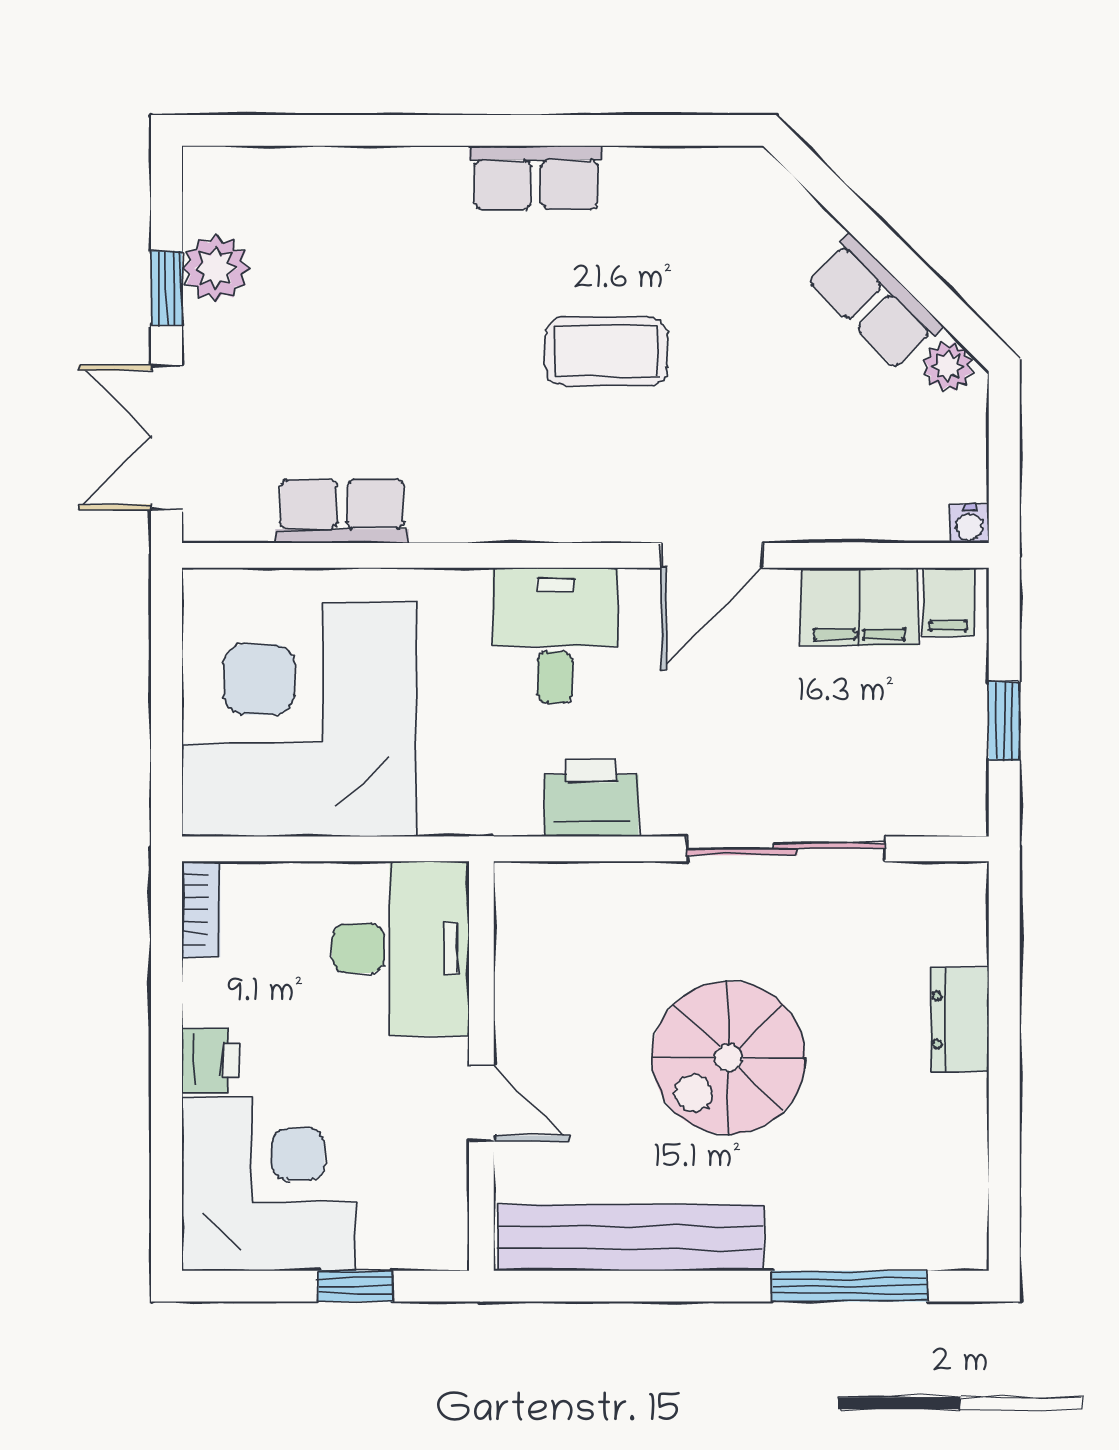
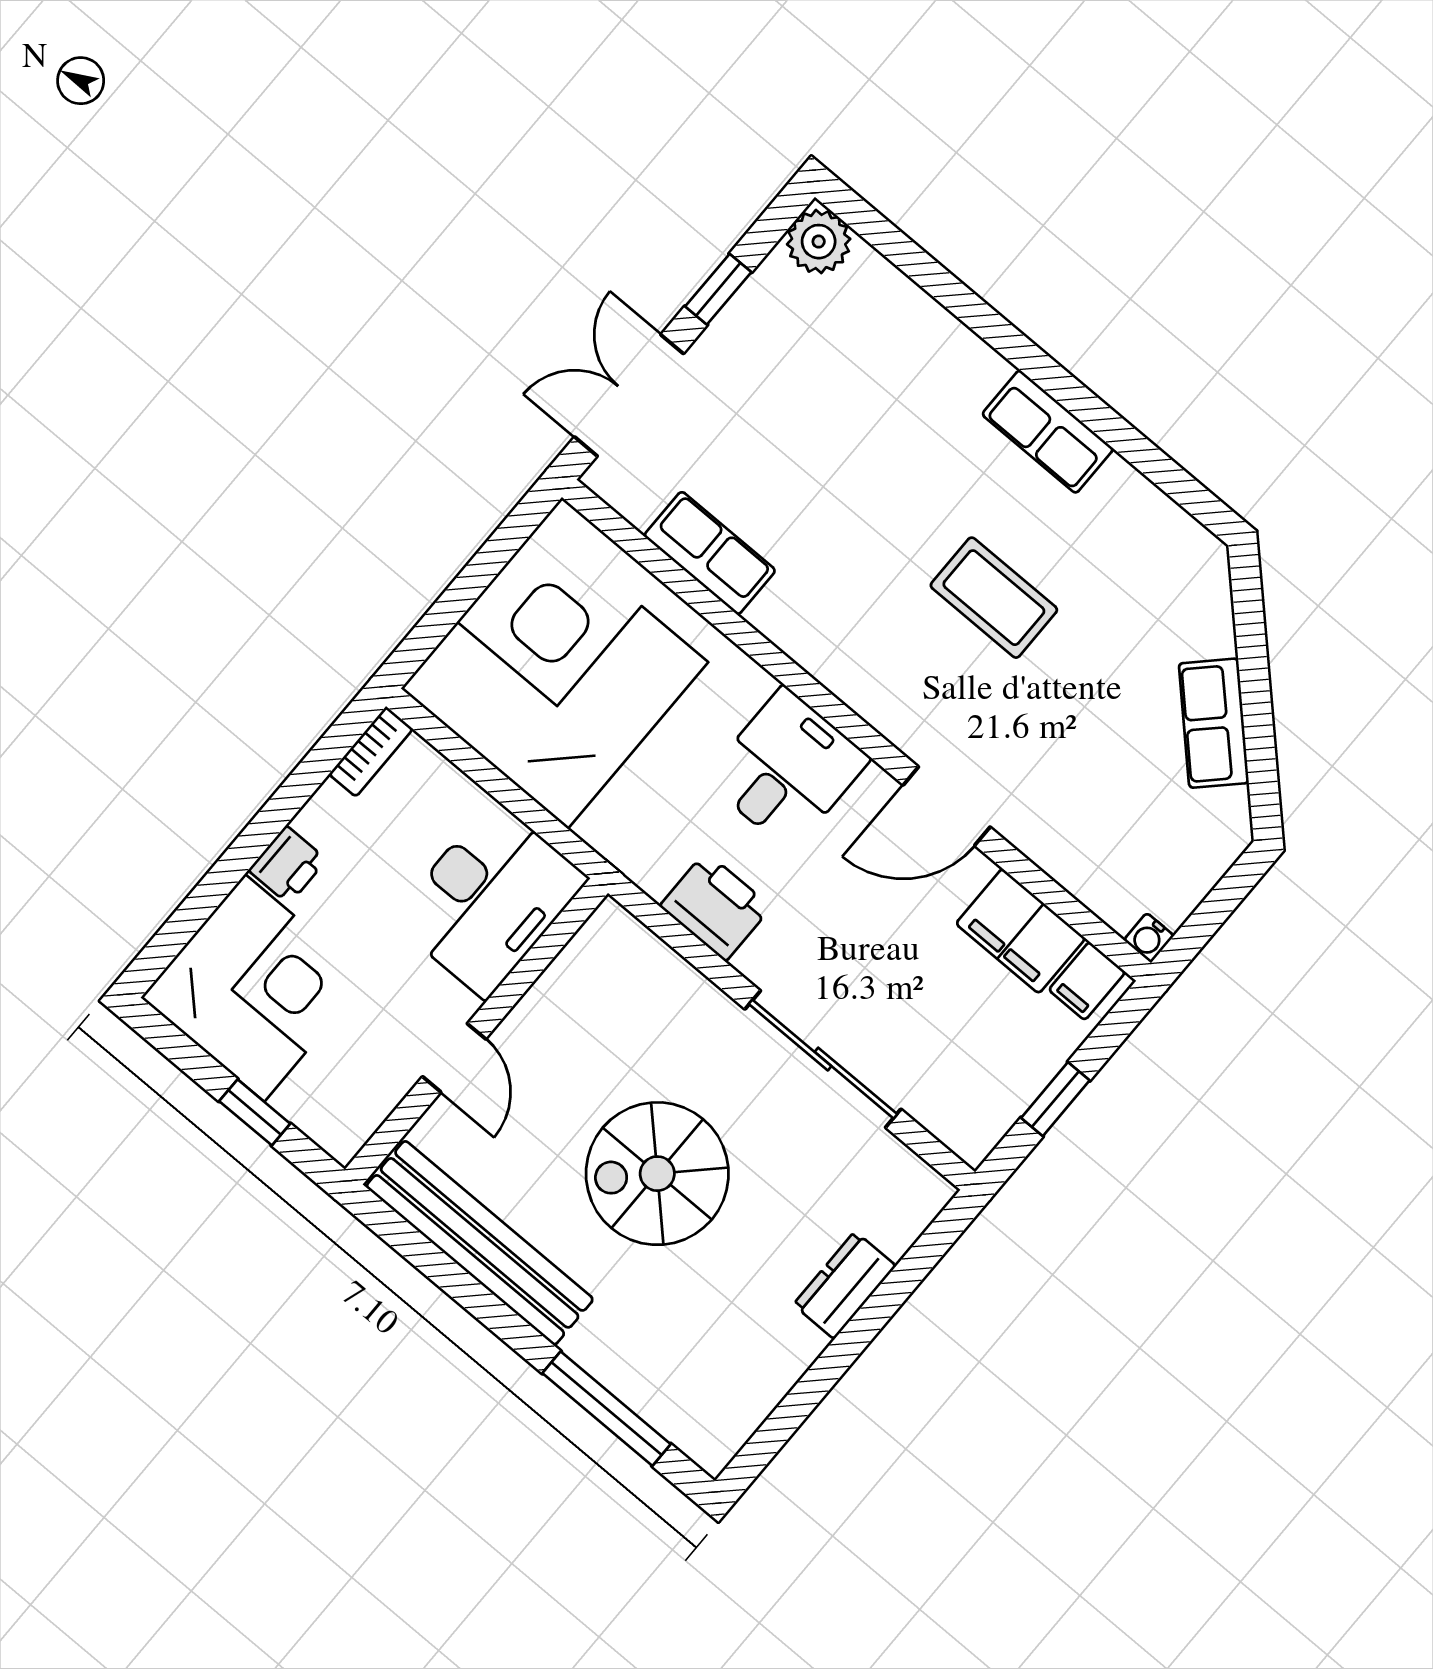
plant: (216, 268) -> (819, 242), moved
plant: (948, 366) -> (1228, 813), removed

